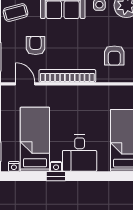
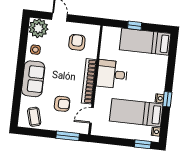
armchair: (36, 45) -> (62, 104), turned 180
armchair: (114, 55) -> (77, 42), turned -90
desk: (80, 153) -> (112, 74), moved, turned 180

